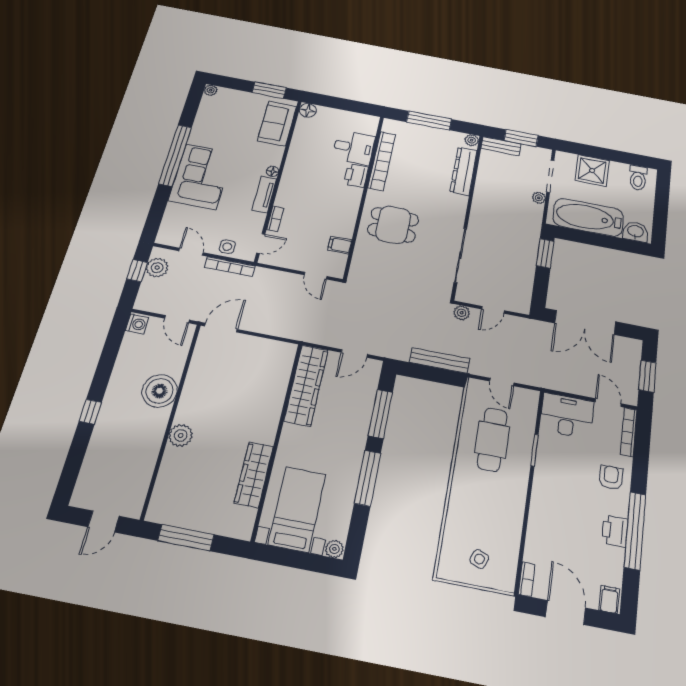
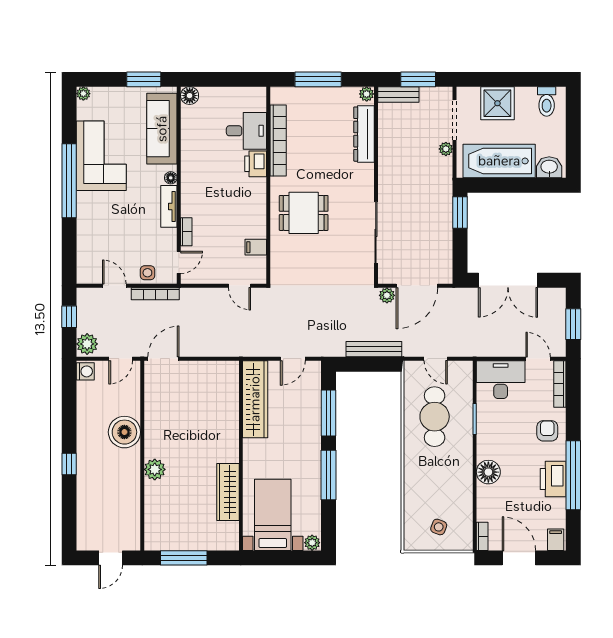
sofa: (277, 124) -> (162, 129), width x1.36
corner sofa: (201, 177) -> (101, 156), moved
plant: (157, 268) -> (87, 344), moved
door: (493, 310) -> (417, 286), width x1.87
door: (177, 319) -> (121, 359), hinge flipped
floor lamp: (542, 509) -> (488, 472), added
printer: (615, 531) -> (553, 479), width x1.37, depth x1.19

